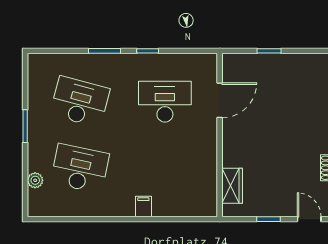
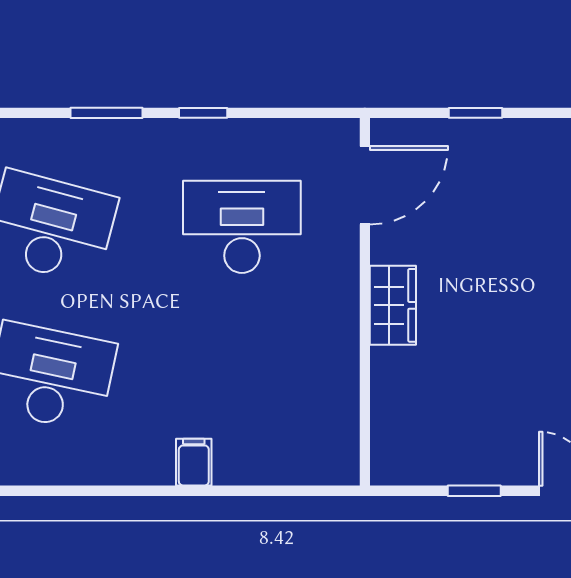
door: (220, 100) -> (365, 185), moved
wardrobe: (232, 186) -> (393, 305), moved

